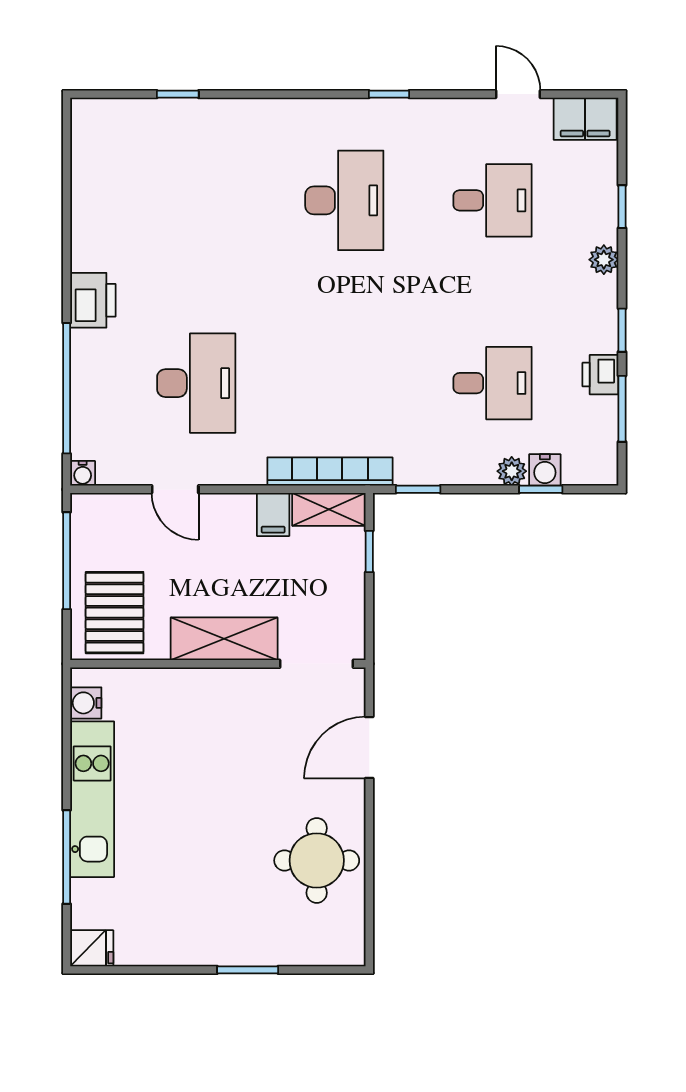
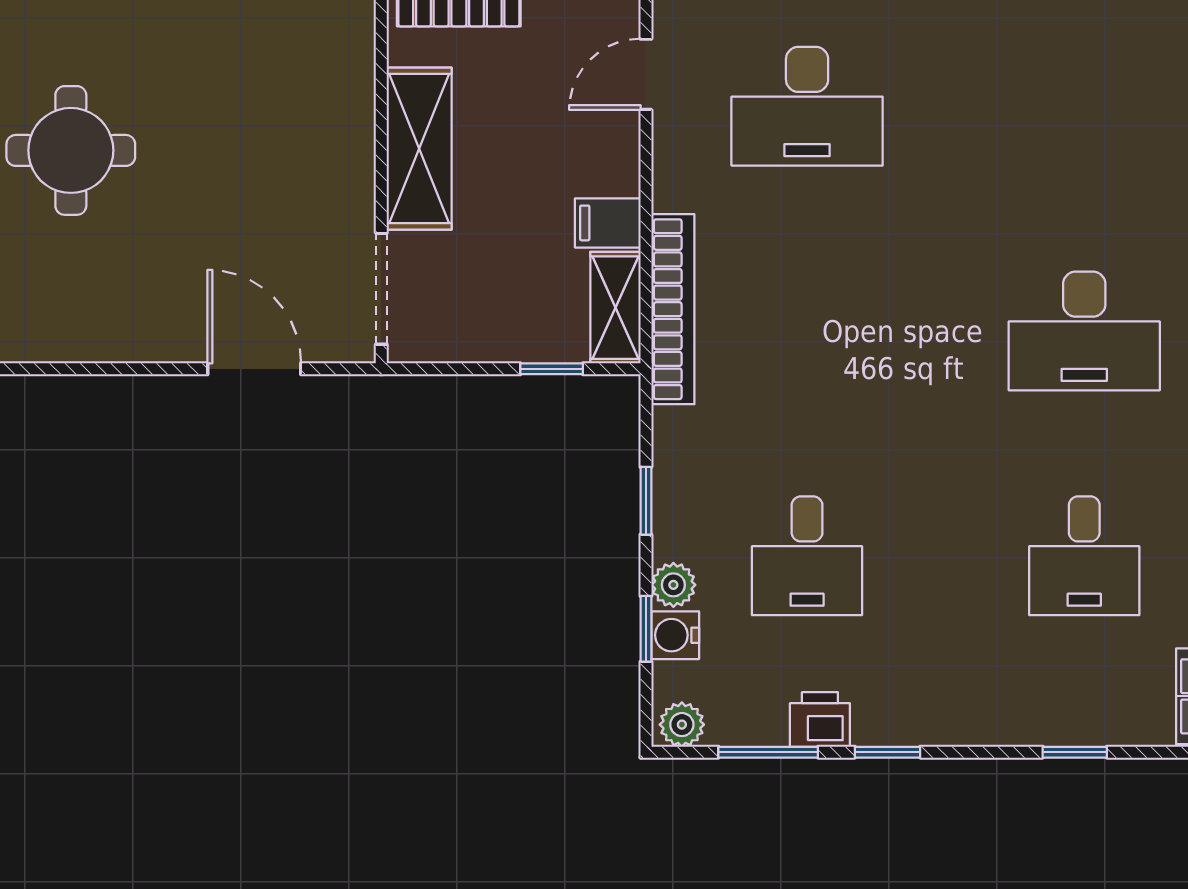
plant: (604, 260) -> (682, 725), moved
window: (418, 489) -> (646, 501), moved
round table: (317, 860) -> (71, 150), moved

